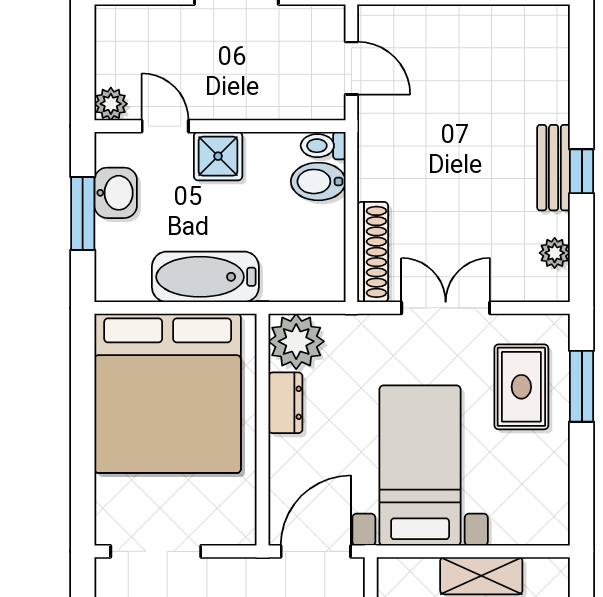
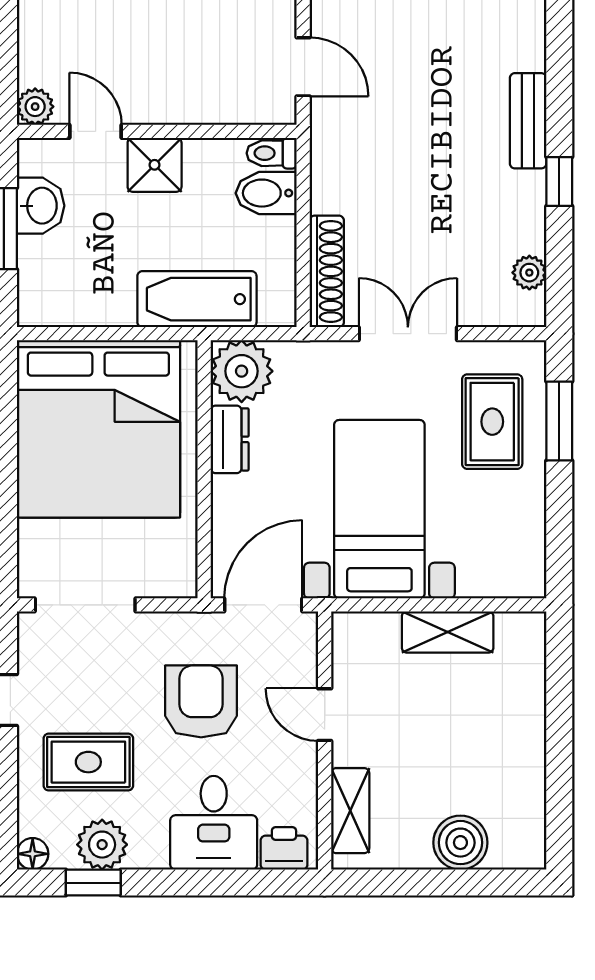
bench: (554, 168) -> (528, 121), moved
bathtub: (205, 277) -> (197, 299), moved

